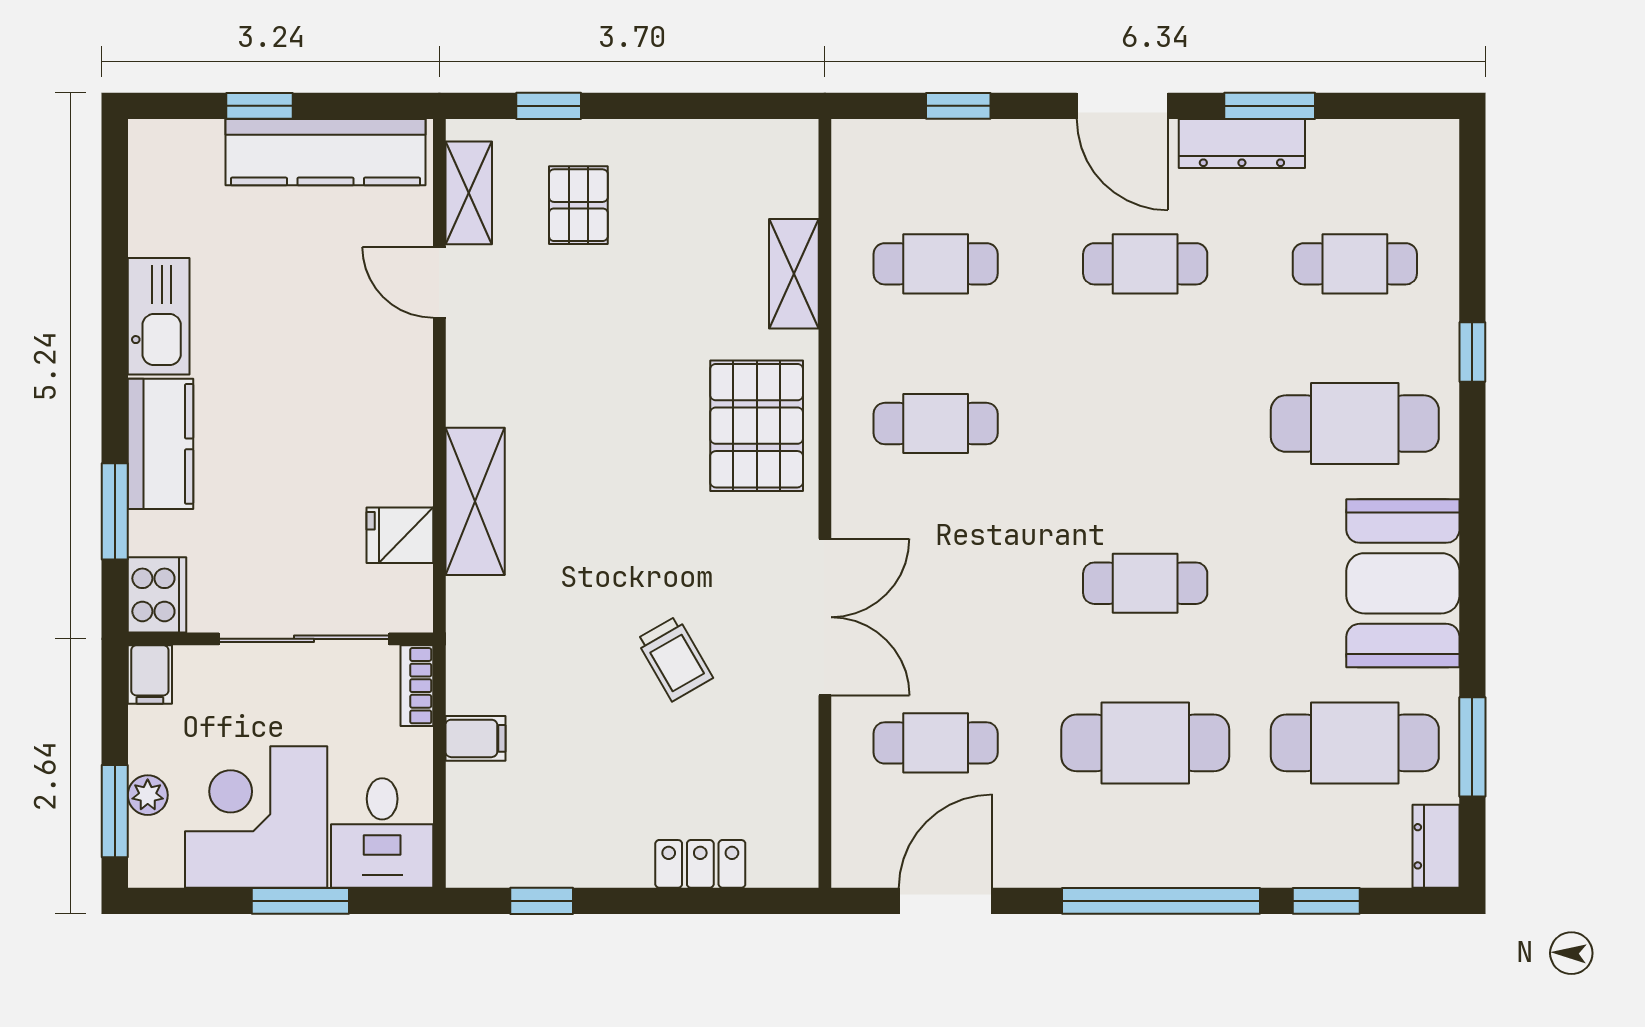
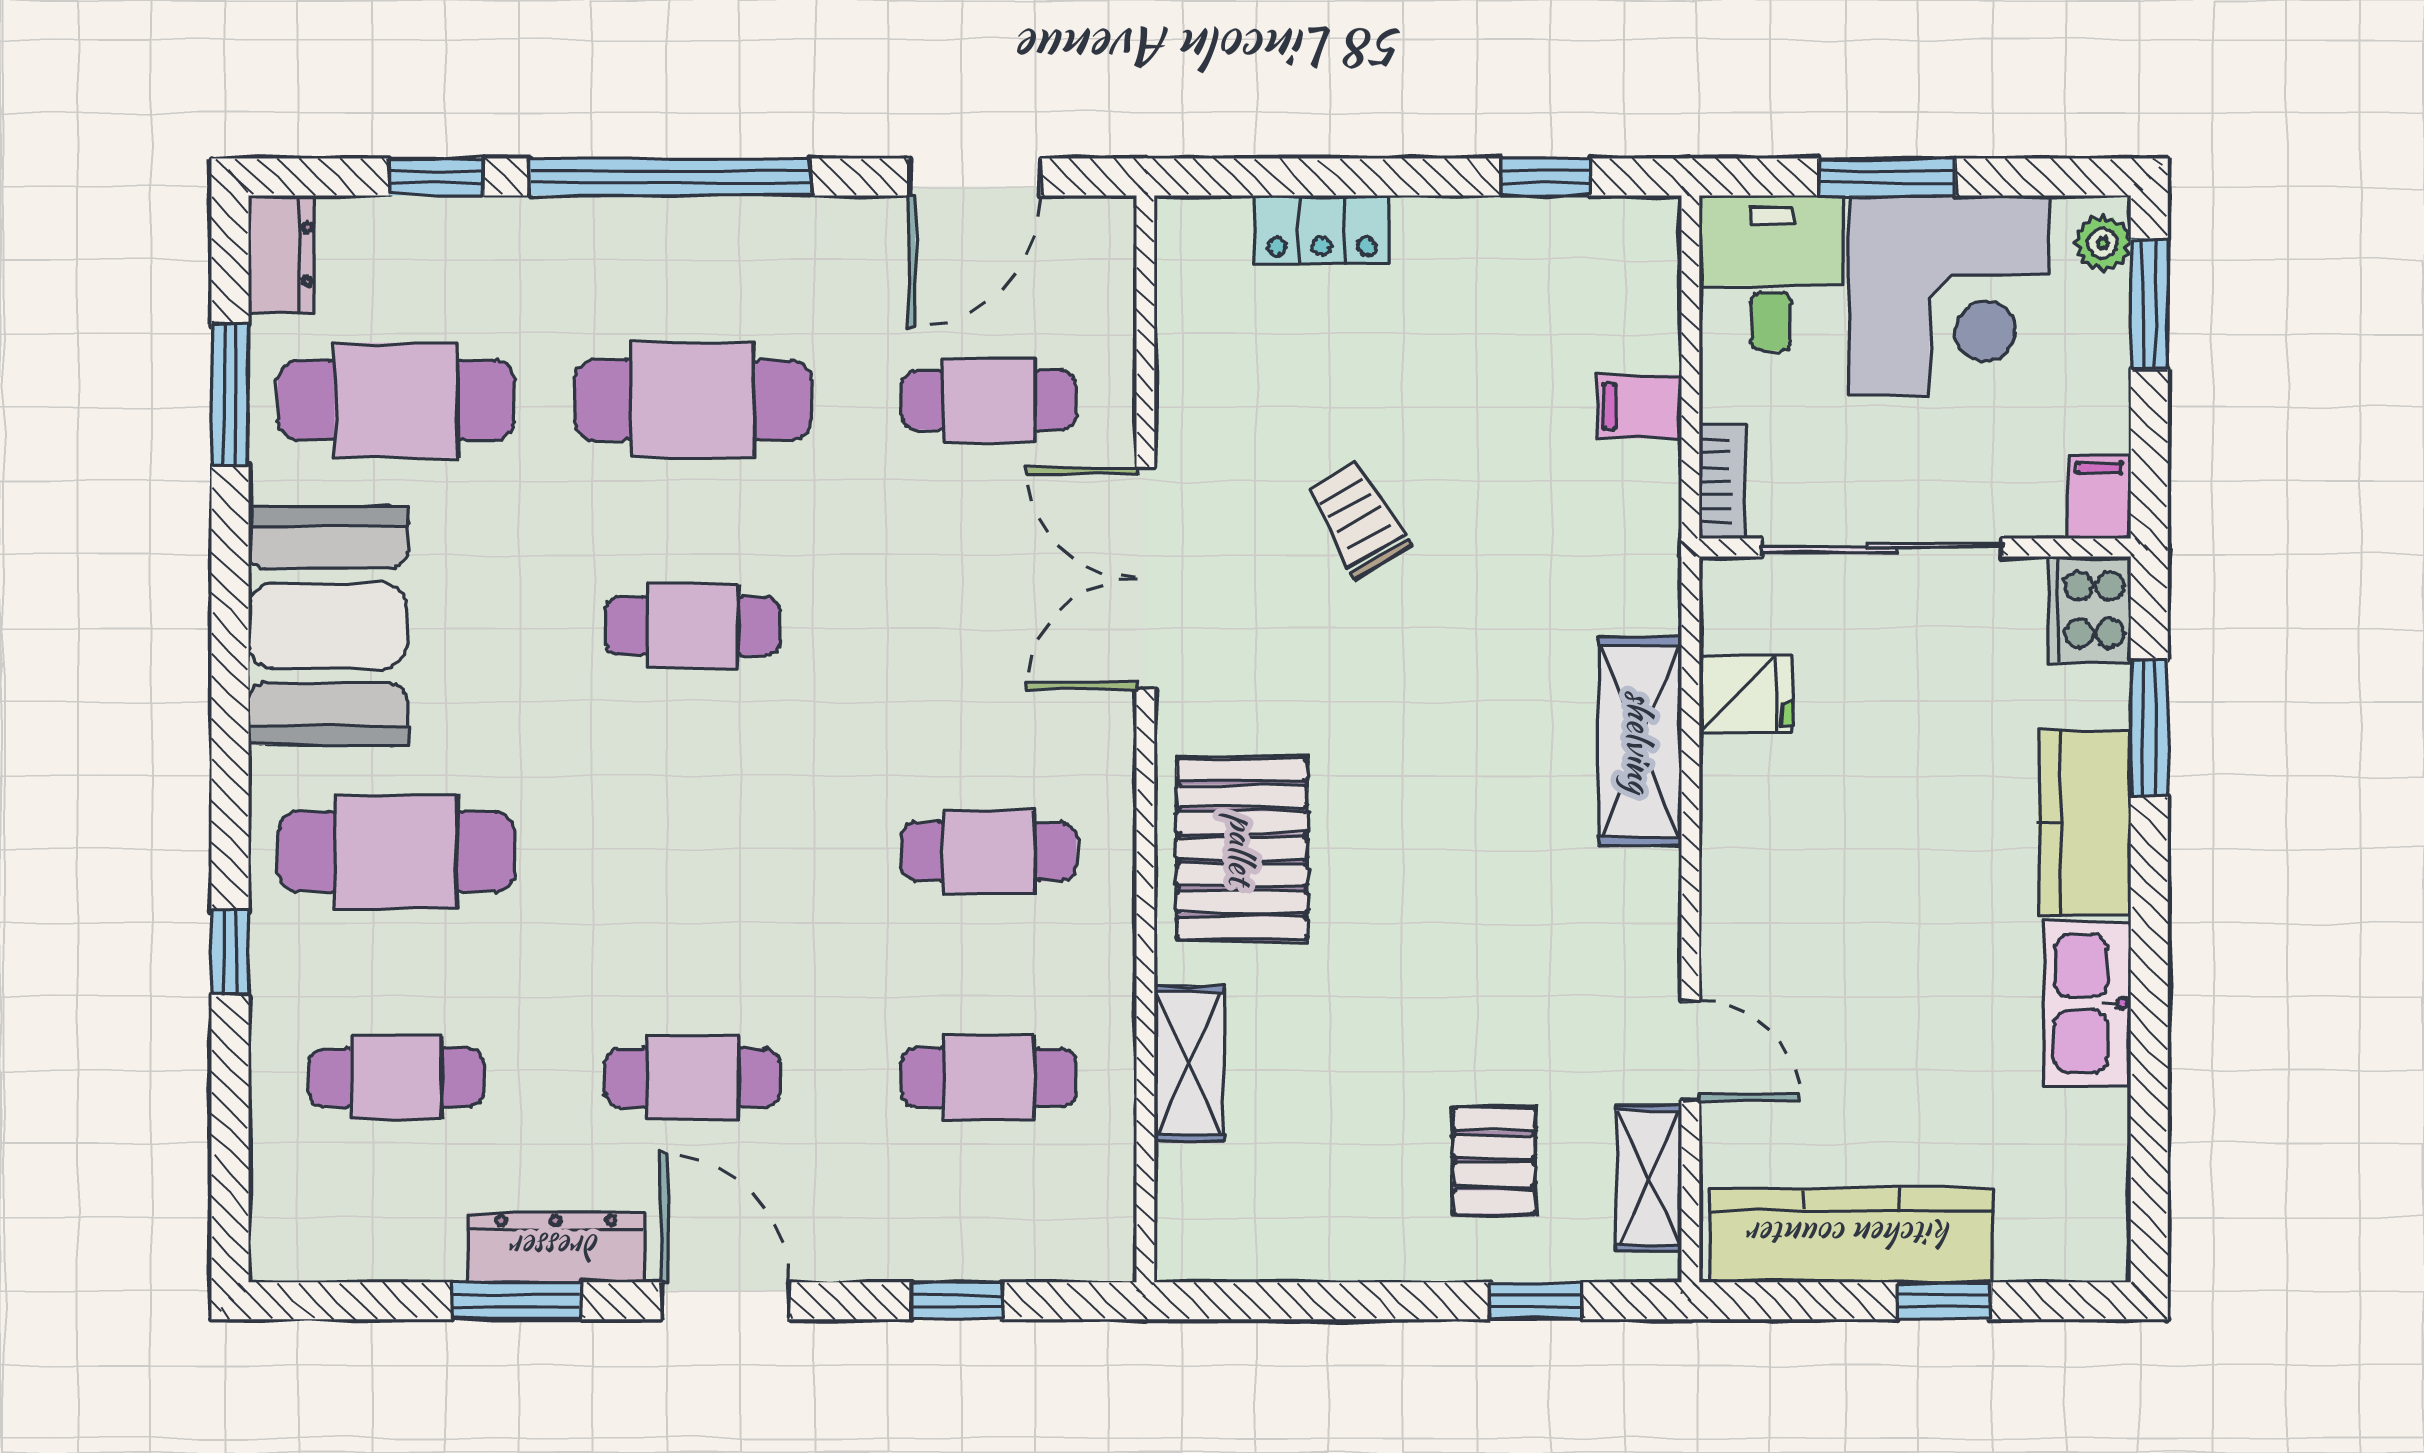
plant: (148, 795) -> (2103, 243), moved

